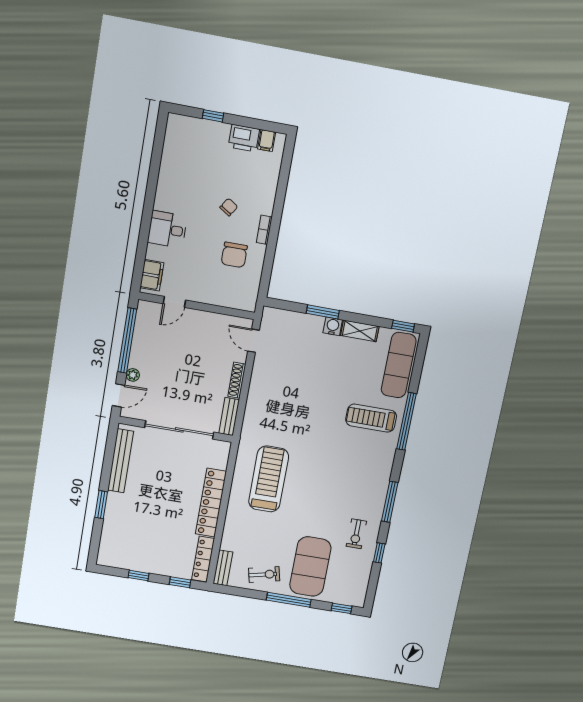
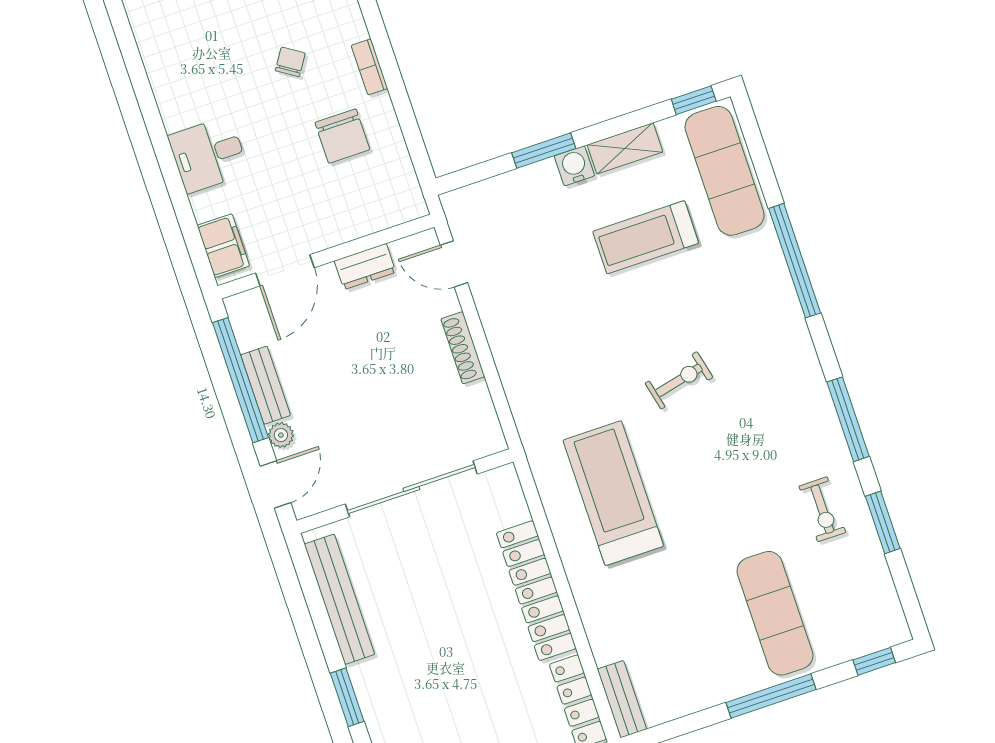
door: (174, 302) -> (285, 270), width x1.38
dresser: (212, 320) -> (365, 267), added
bench: (229, 417) -> (266, 385), moved
treadmill: (371, 418) -> (646, 237), moved
window: (379, 553) -> (883, 522), width x1.50
exercise mat: (310, 567) -> (775, 613), width x0.68
exercise bike: (264, 574) -> (679, 380), moved

